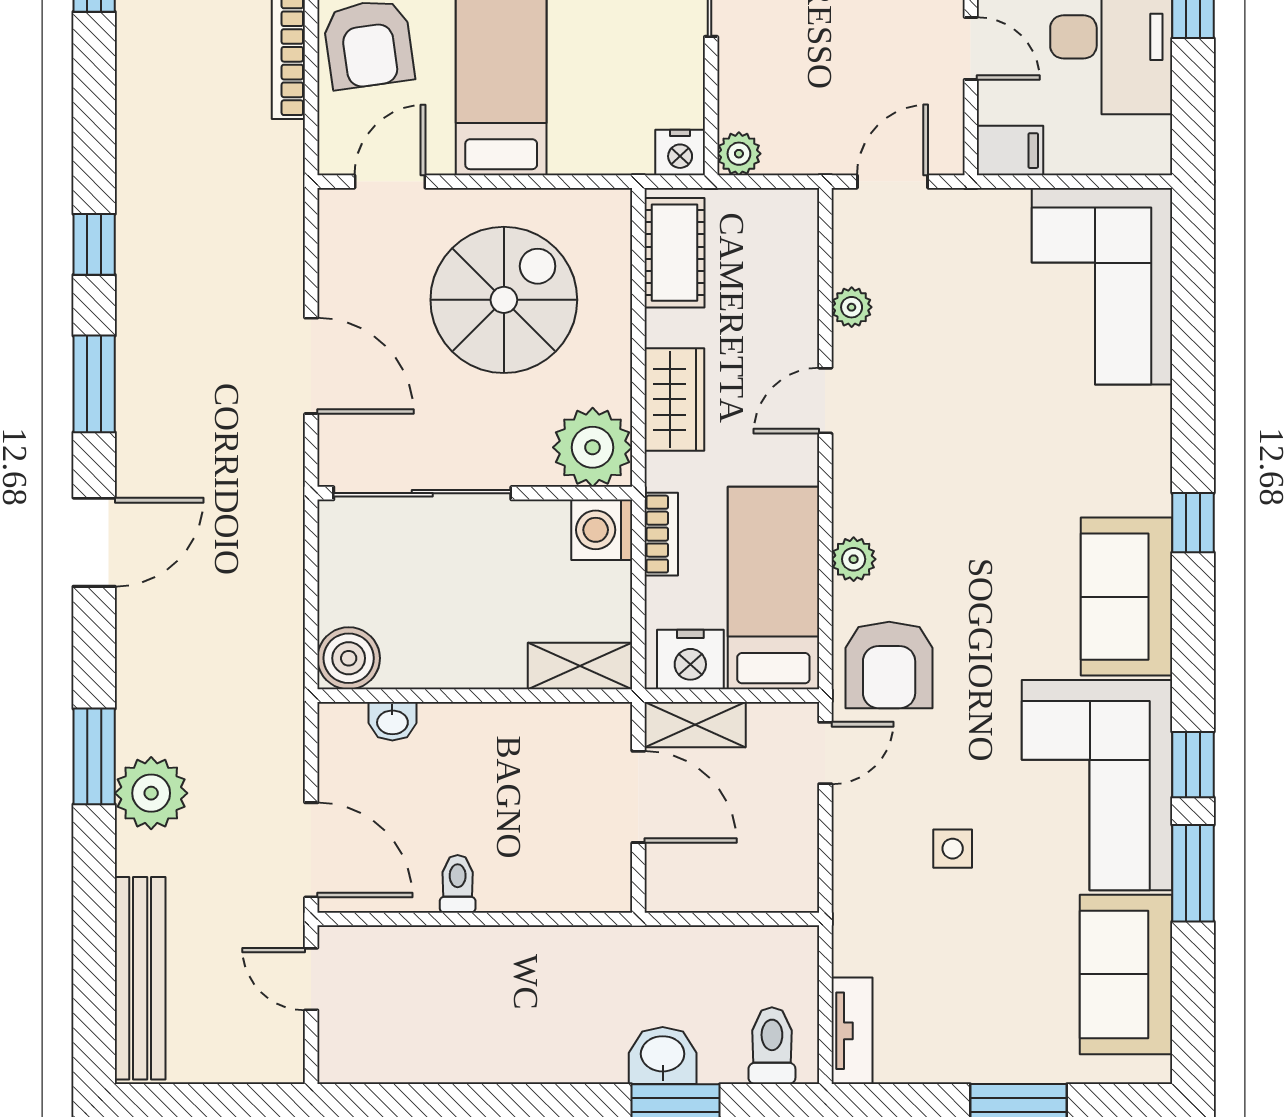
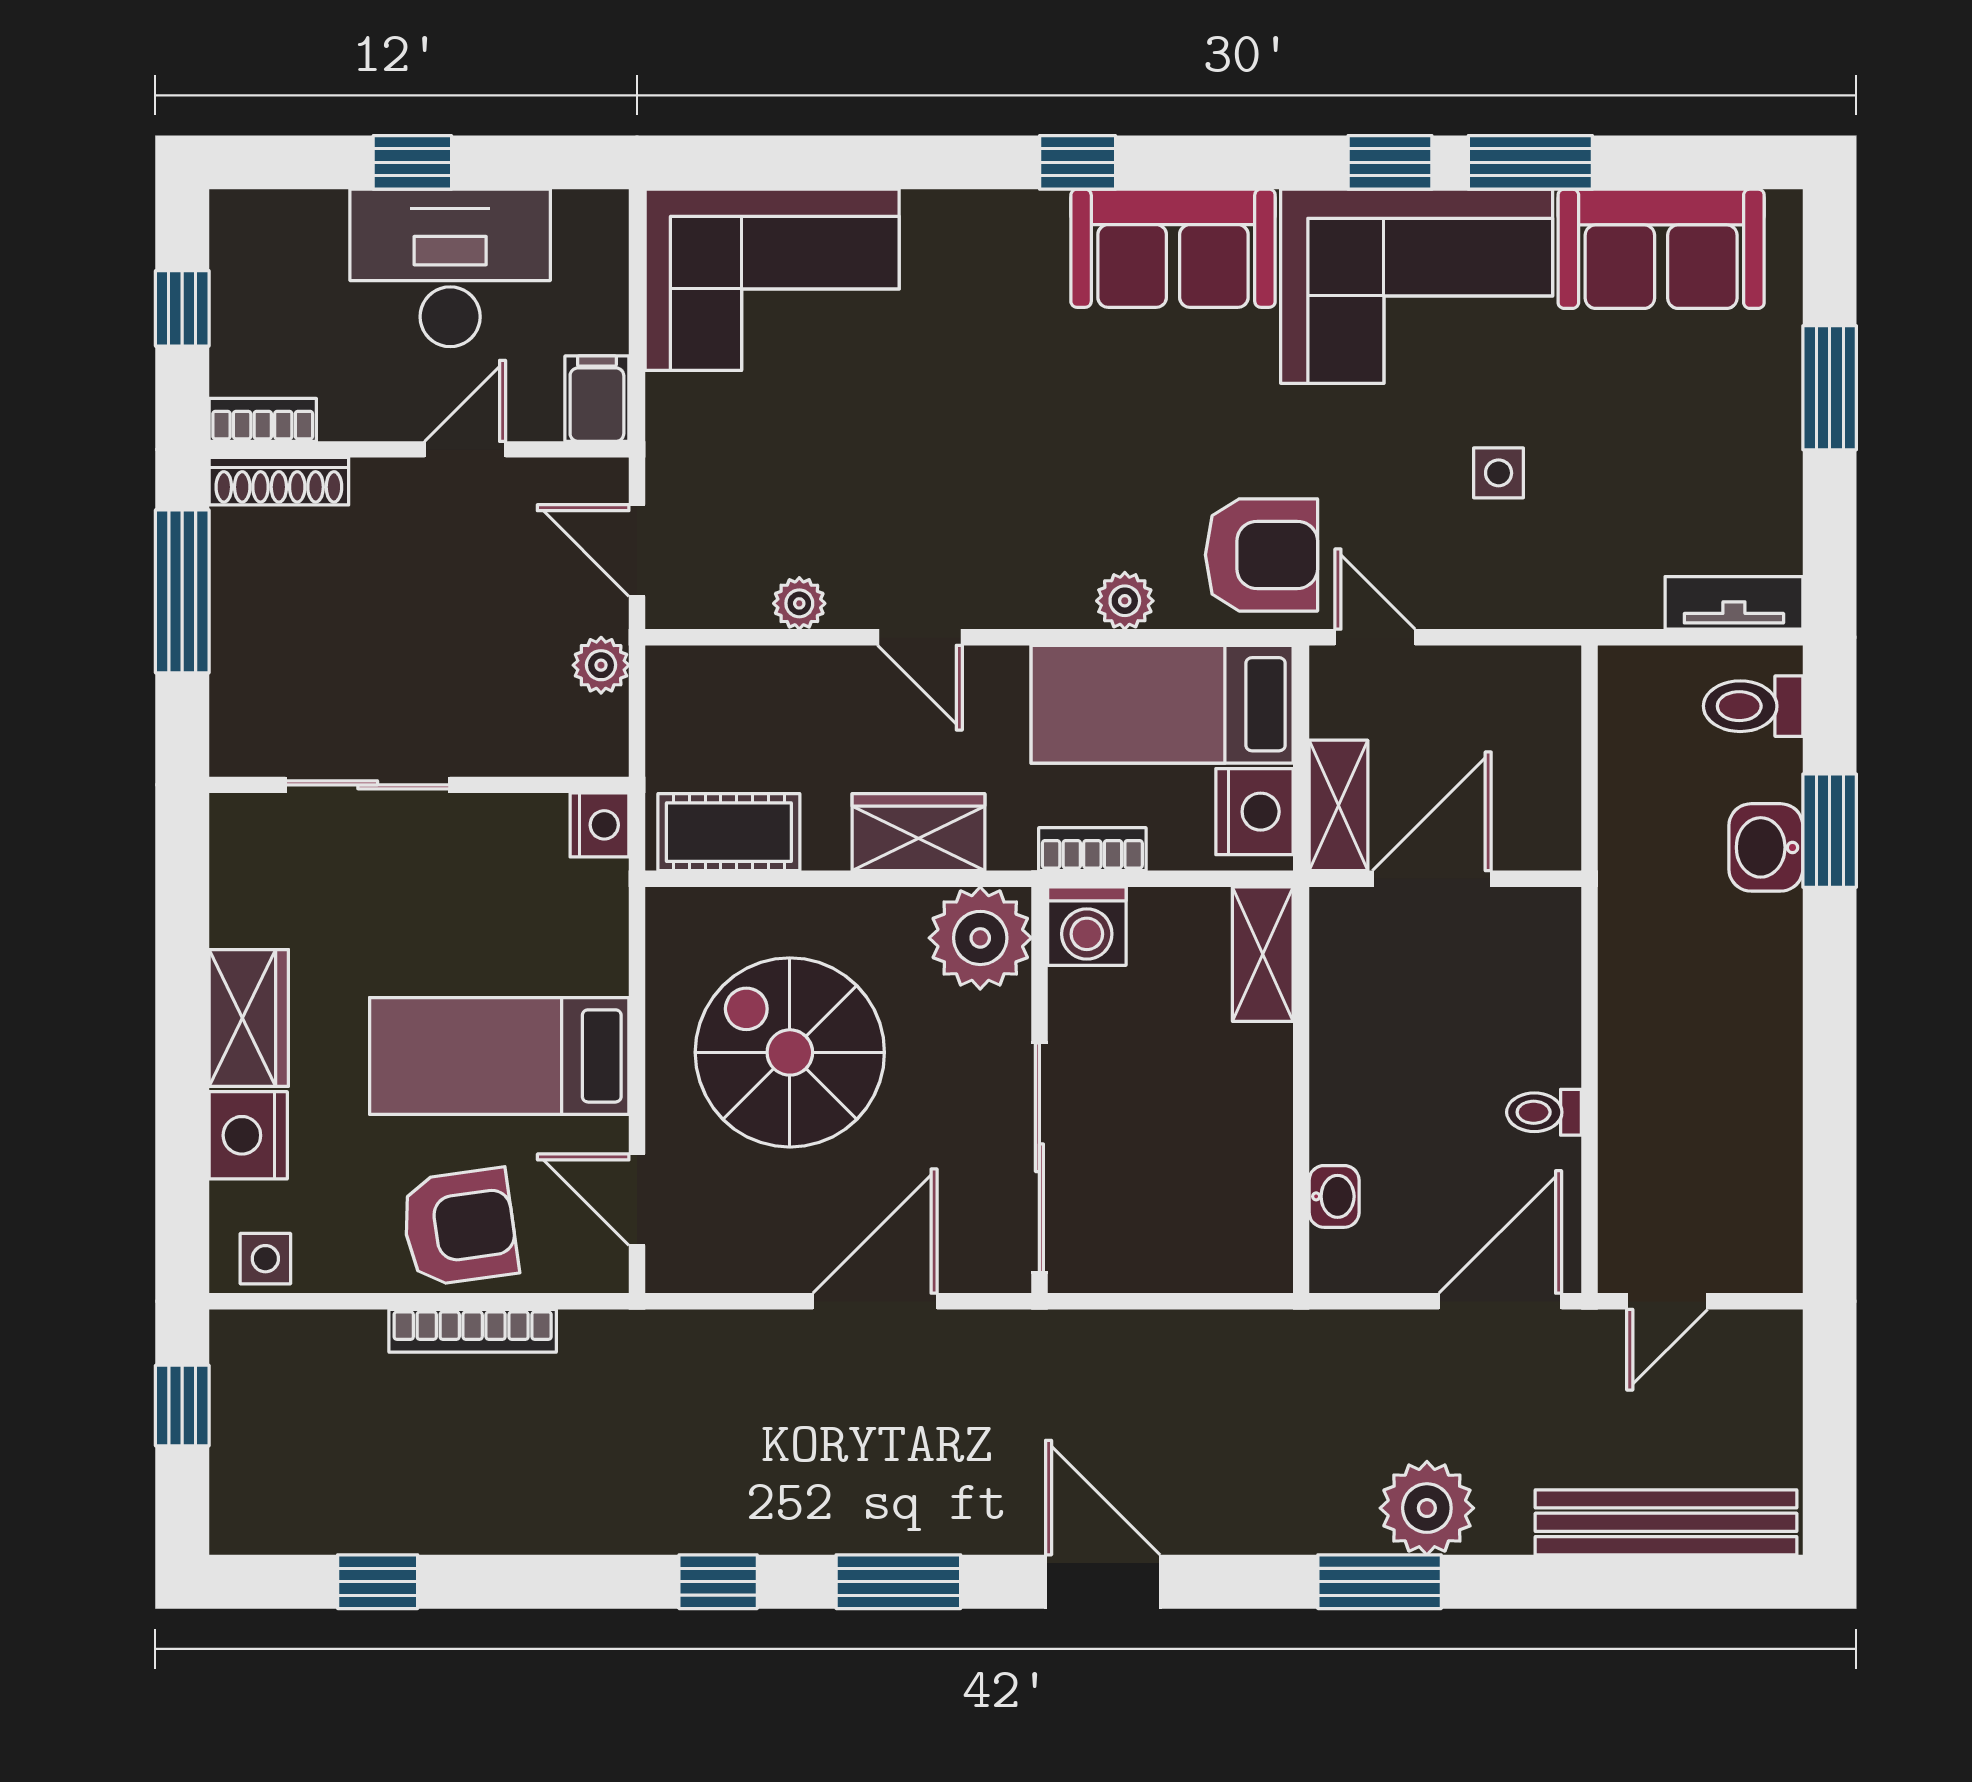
plant: (739, 154) -> (601, 665), moved
boiler: (349, 658) -> (1253, 1253), removed

